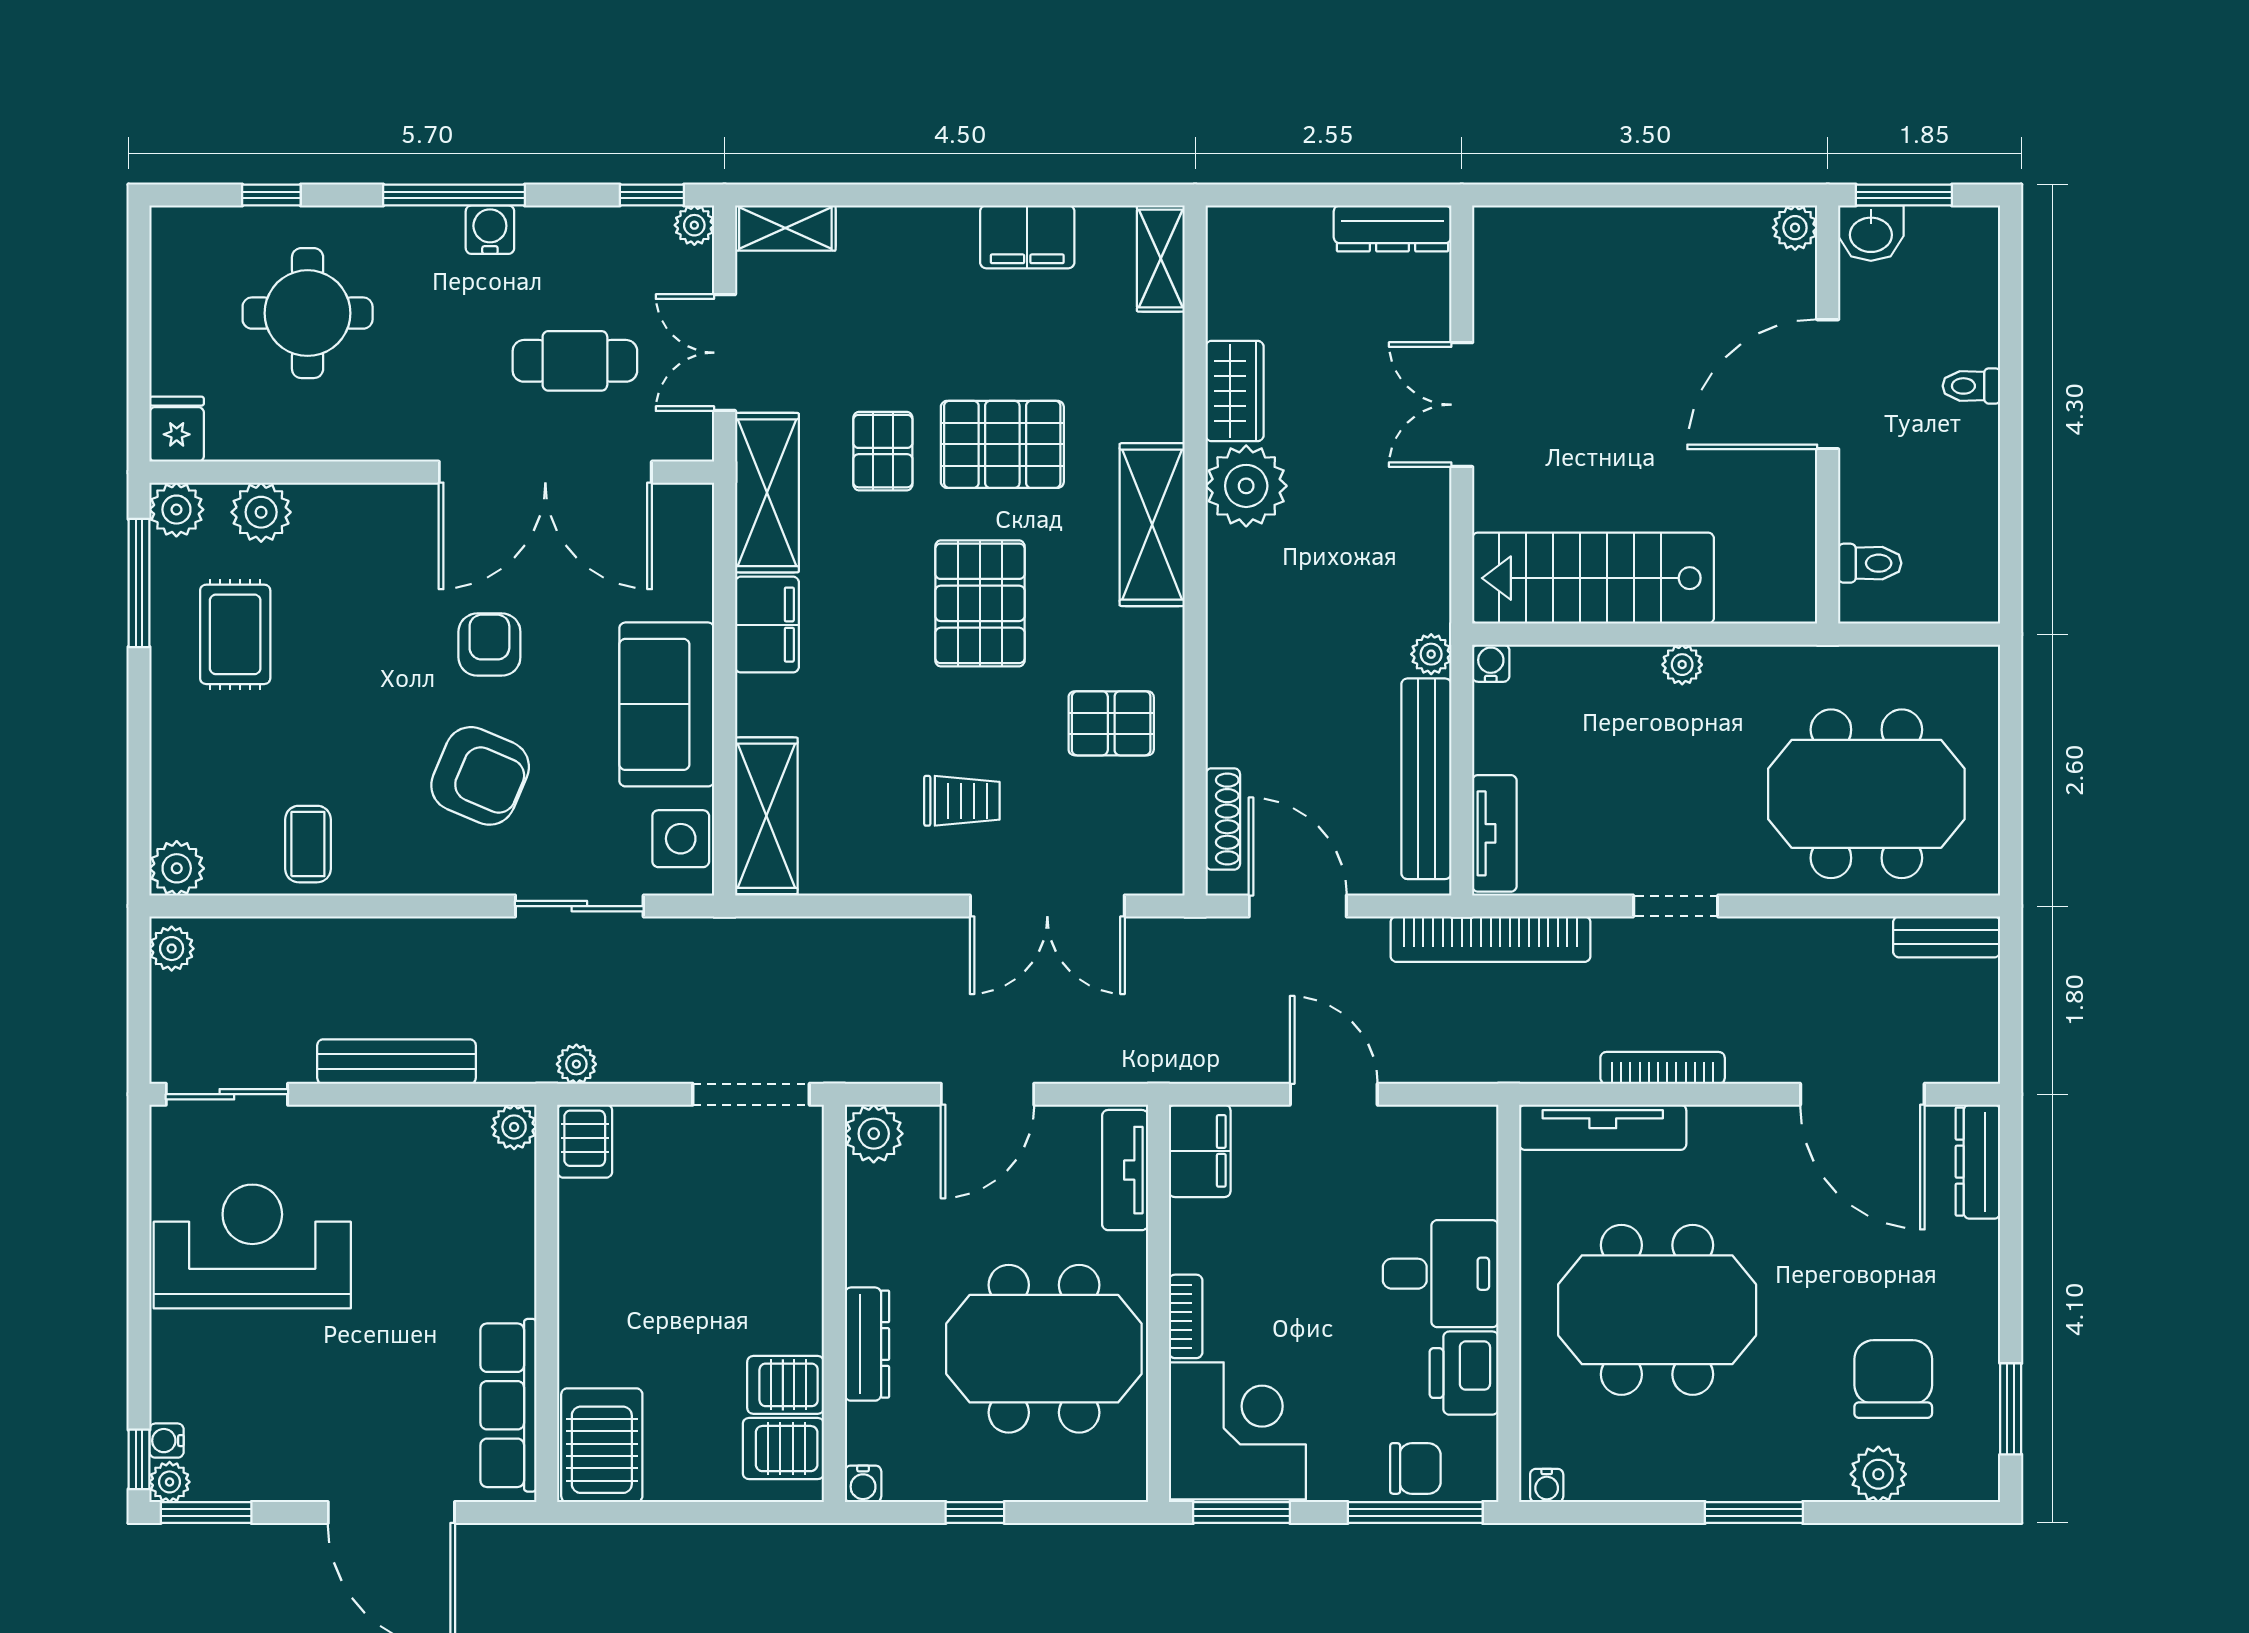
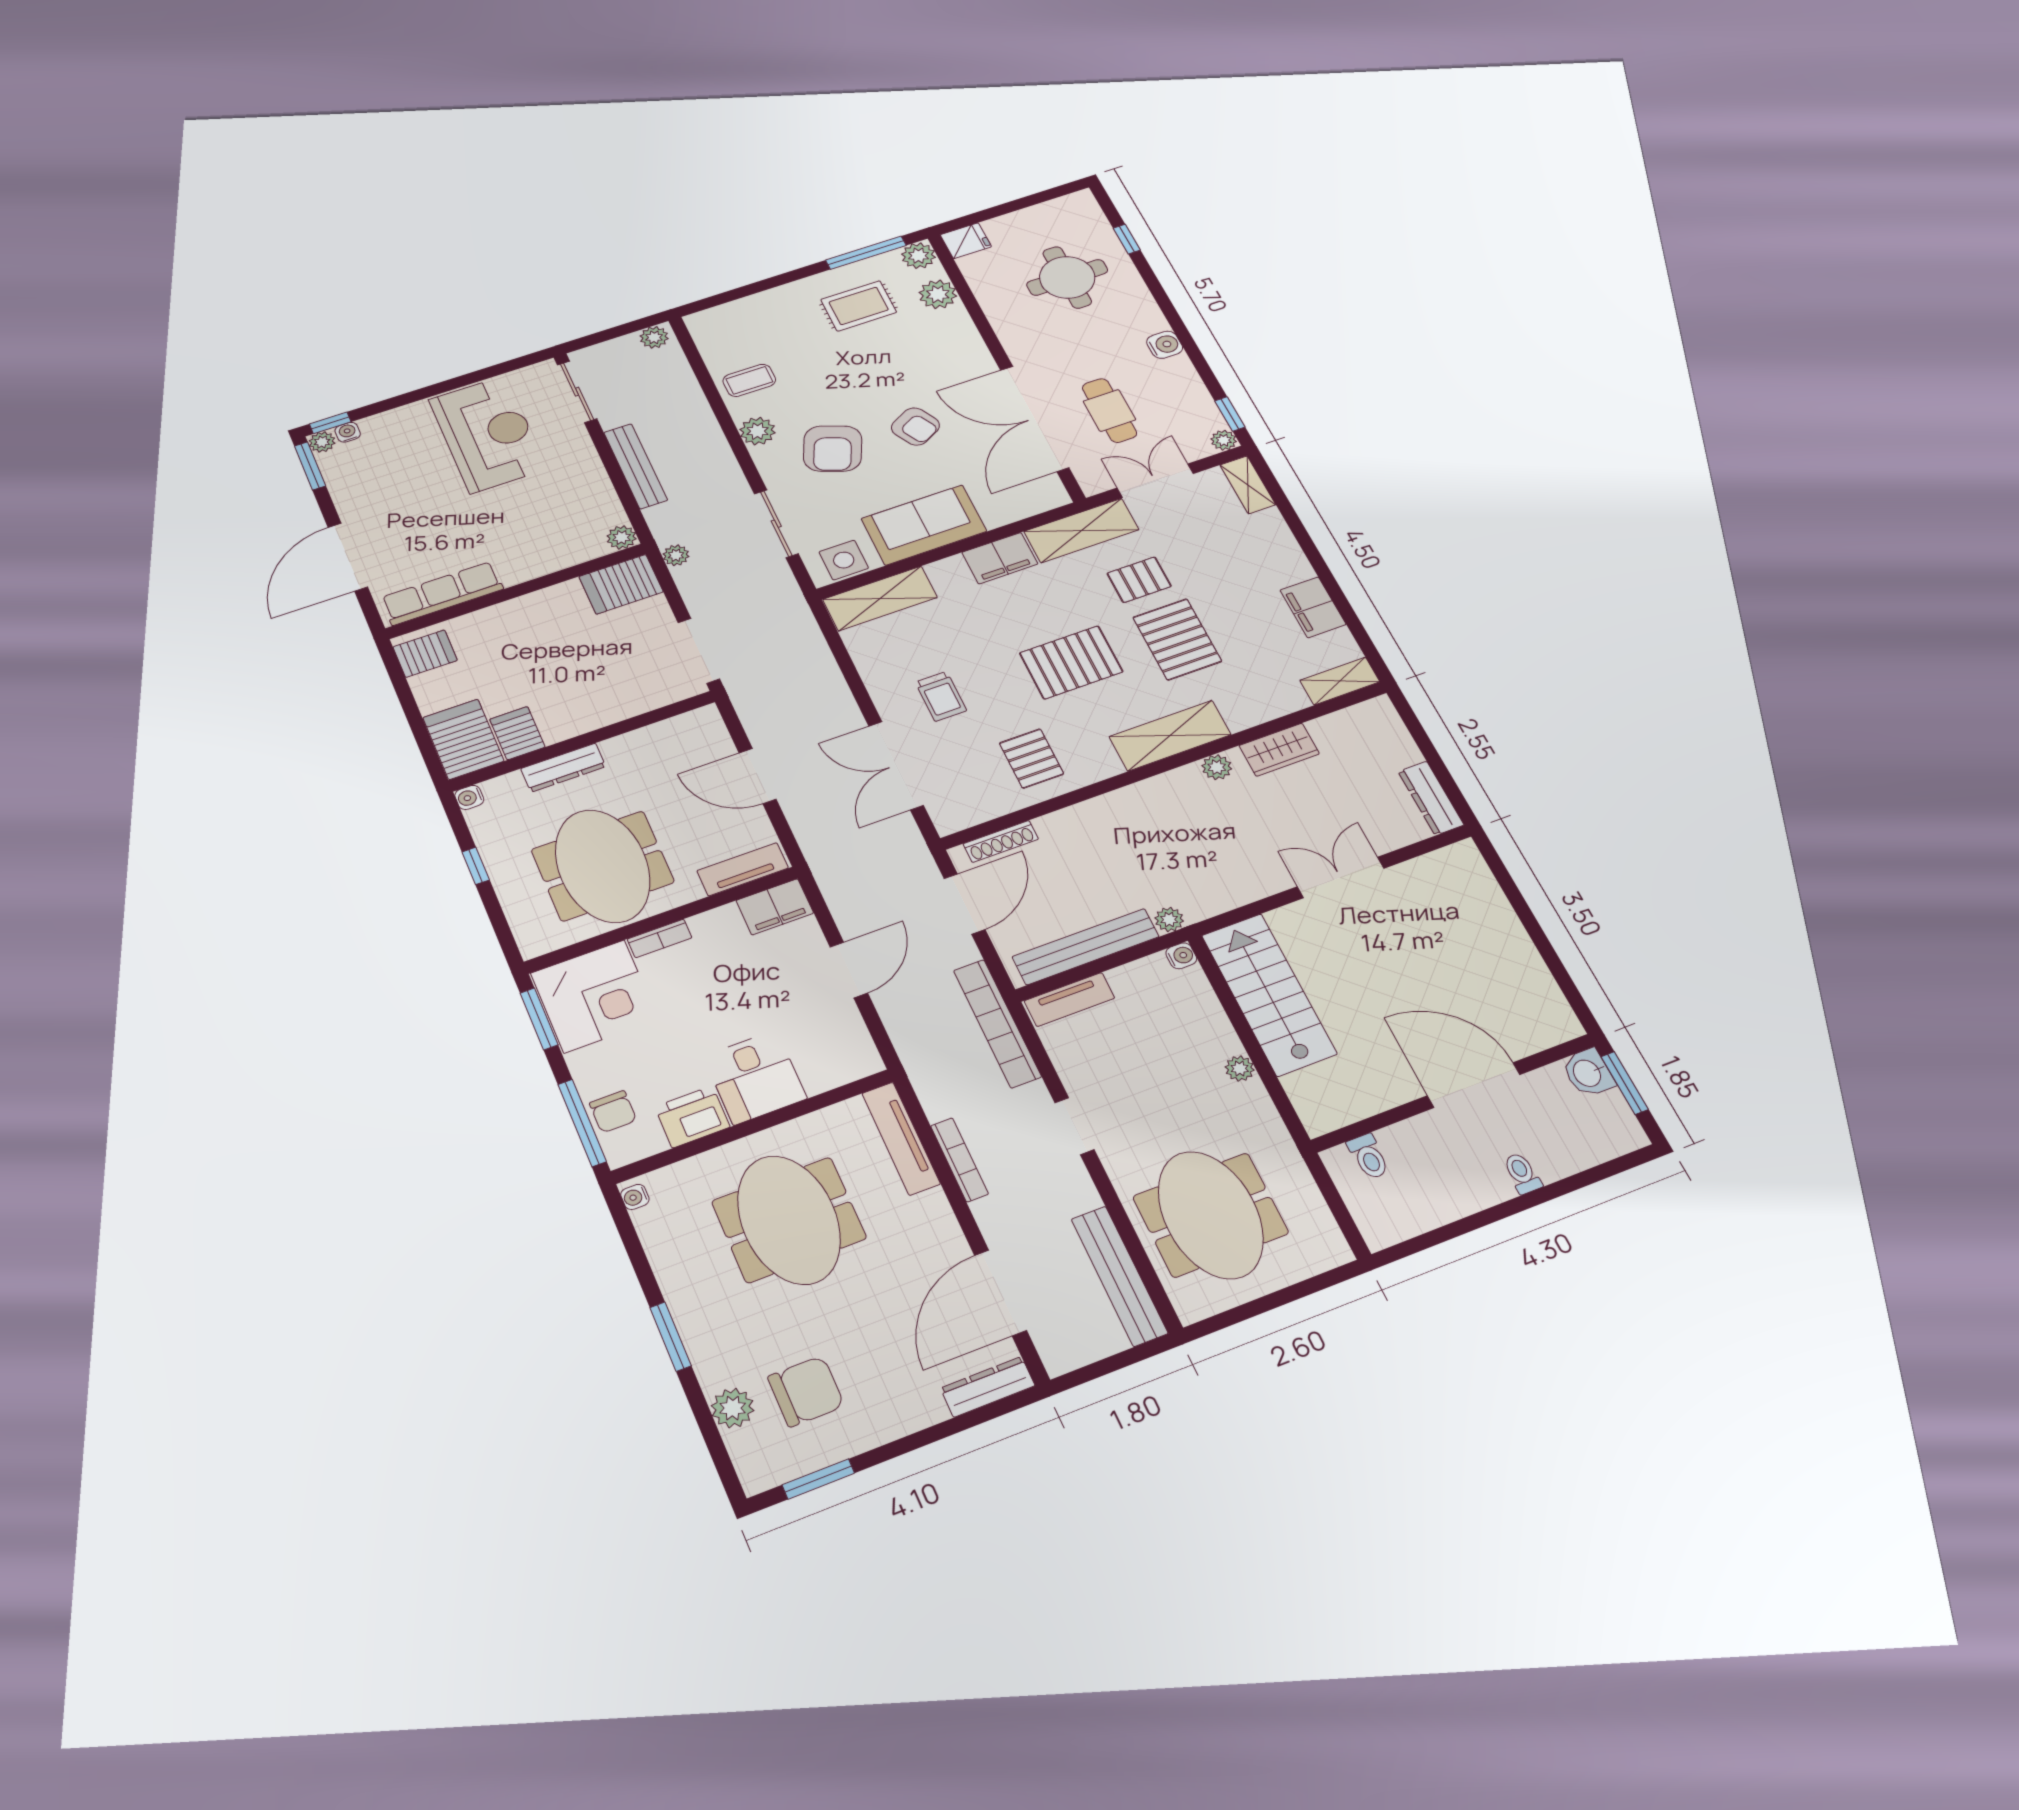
window: (454, 195) -> (1175, 322), removed
plant: (1795, 228) -> (1565, 1026), removed
plant: (1246, 486) -> (1217, 767), width x0.53, depth x0.53
armchair: (489, 645) -> (915, 427), turned 61
plant: (177, 868) -> (758, 431), moved
bench: (1947, 937) -> (1119, 1276), width x1.86, depth x1.21
plant: (874, 1134) -> (703, 724), removed
server rack: (585, 1141) -> (621, 584), width x1.36, depth x1.44
server rack: (602, 1445) -> (425, 654), width x0.73, depth x0.70
server rack: (783, 1449) -> (463, 739), width x1.36, depth x1.44

